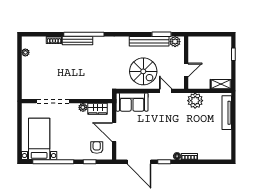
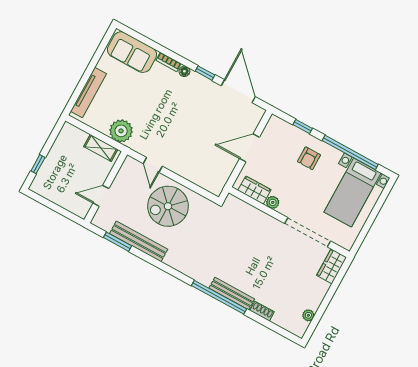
plant: (175, 42) -> (105, 222), removed
door: (186, 70) -> (101, 196), moved
spiral stairs: (143, 71) -> (168, 206), turned -90
shelving: (221, 84) -> (101, 148), moved
wardrobe: (27, 89) -> (332, 266), added
sofa: (132, 102) -> (132, 52), moved, turned 180
door: (114, 132) -> (249, 148), swing flipped
armchair: (97, 148) -> (309, 158), moved

